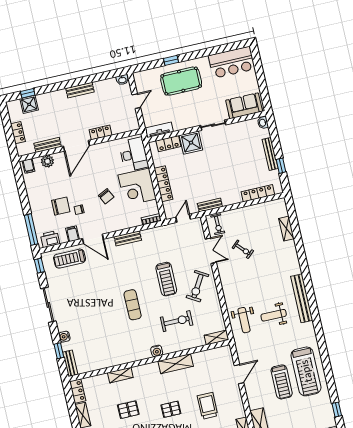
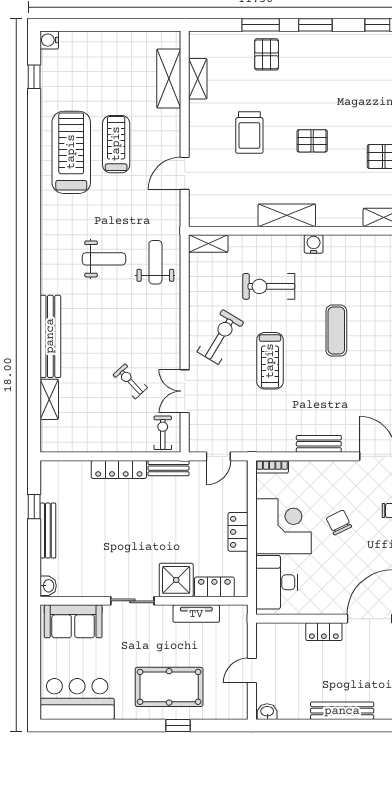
bench: (80, 90) -> (342, 711), width x1.36
tv unit: (159, 130) -> (196, 614), moved
locker: (163, 184) -> (238, 532), width x0.66
locker: (258, 193) -> (119, 469), moved
treadmill: (166, 279) -> (270, 361), turned 180
bench: (302, 298) -> (50, 336), moved

